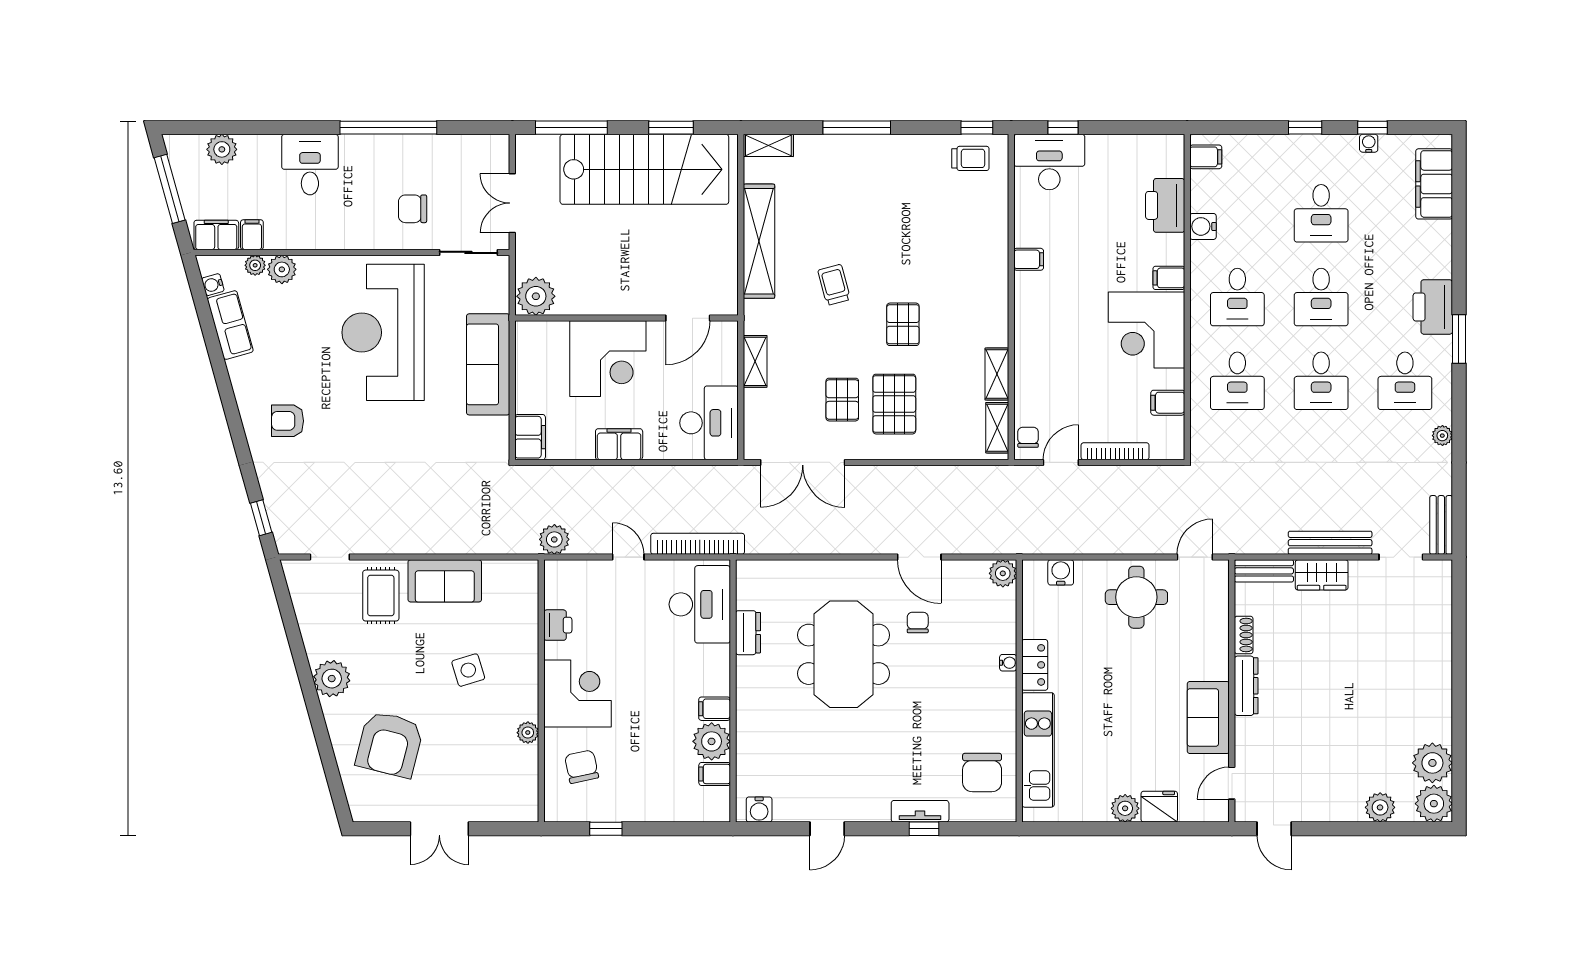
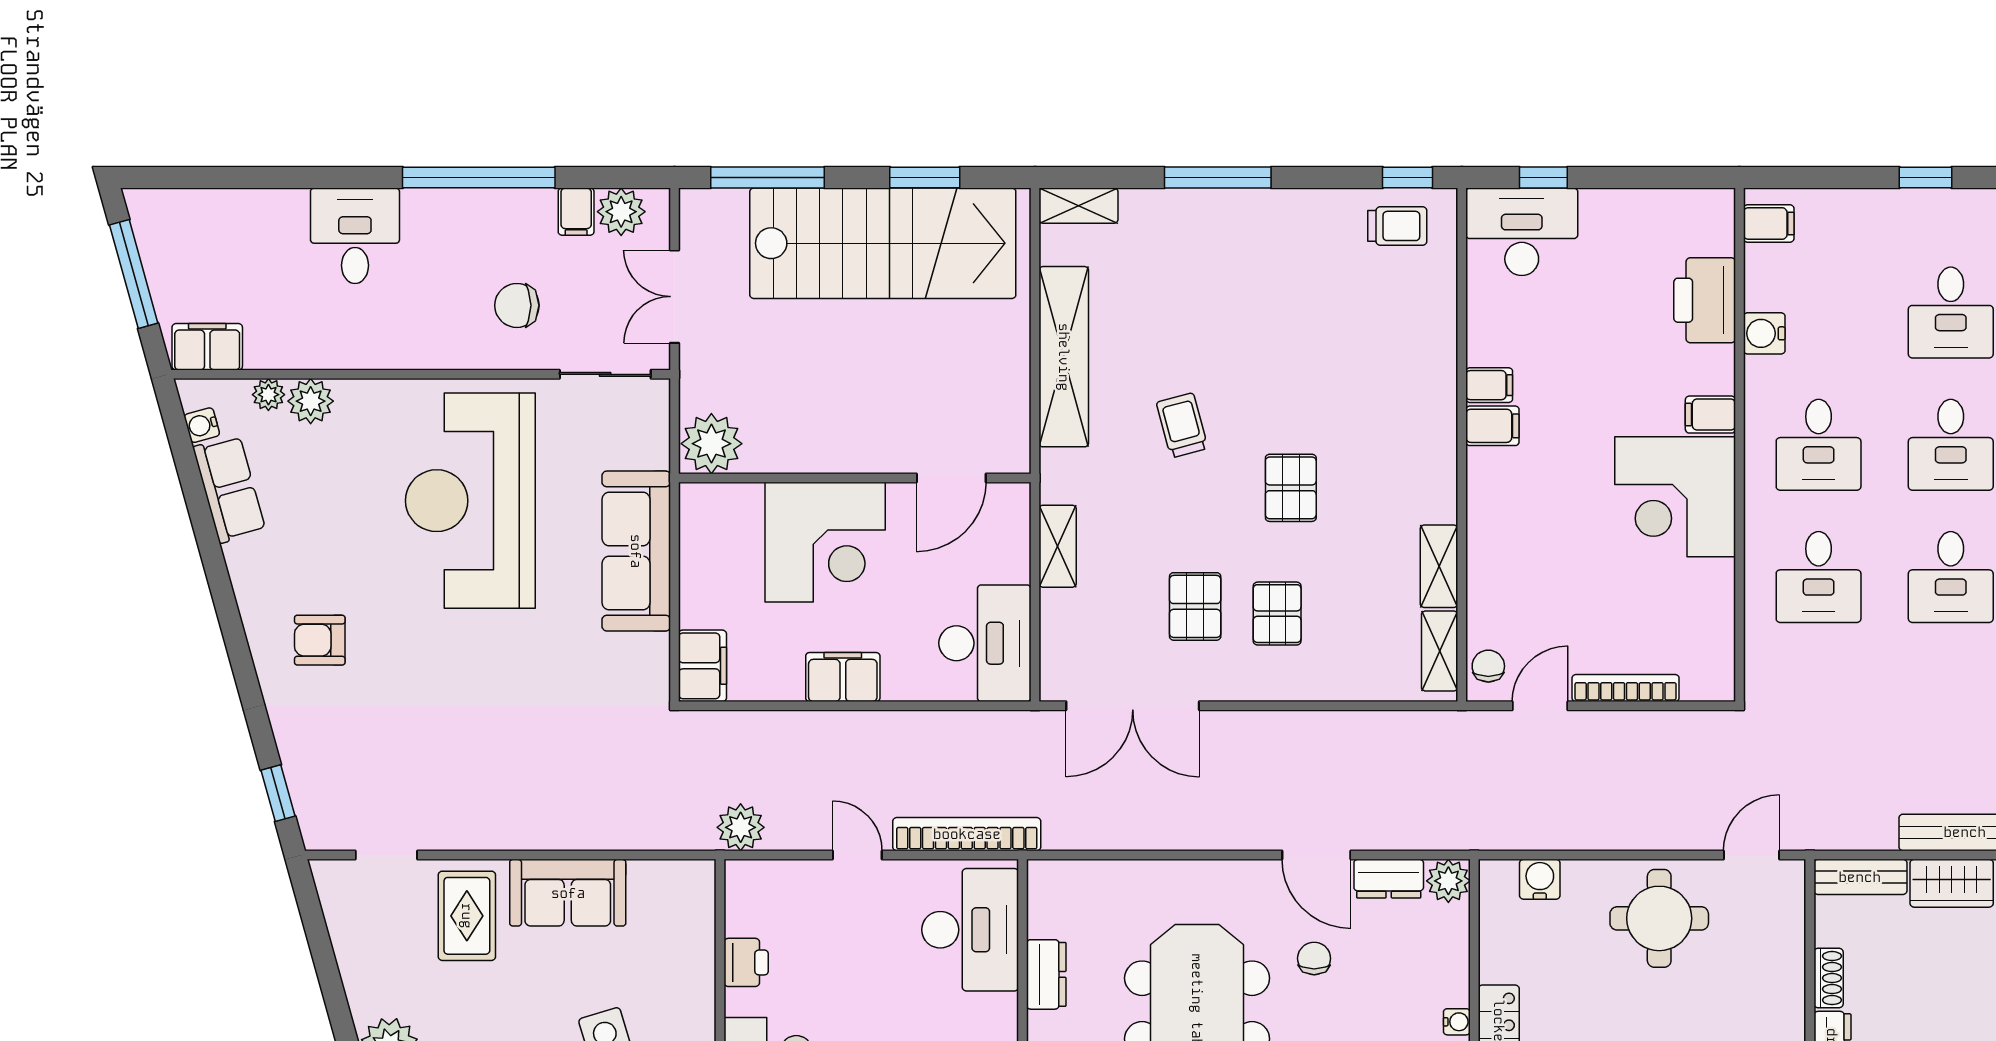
plant: (222, 149) -> (621, 212), moved
filing cabinet: (252, 235) -> (576, 212), moved, turned 180
filing cabinet: (1168, 403) -> (1492, 426), moved, turned 180
pallet: (894, 404) -> (1277, 614), width x0.67, depth x0.71
dresser: (965, 572) -> (1389, 879), added

